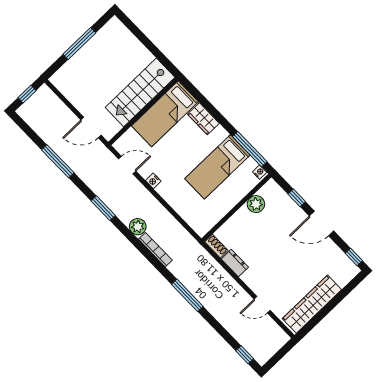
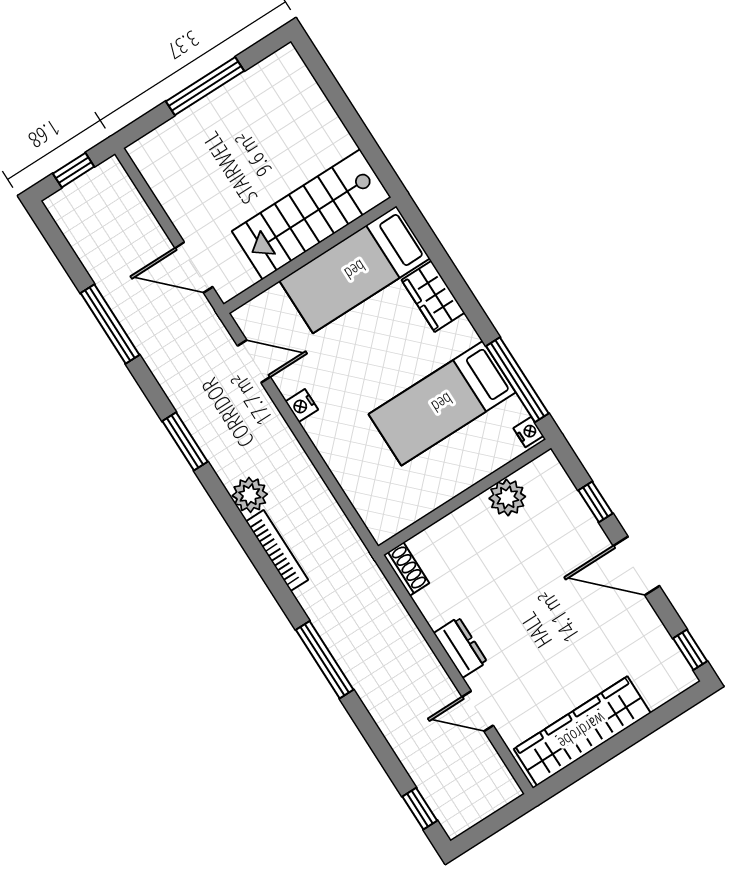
dresser: (235, 263) -> (461, 647), moved

